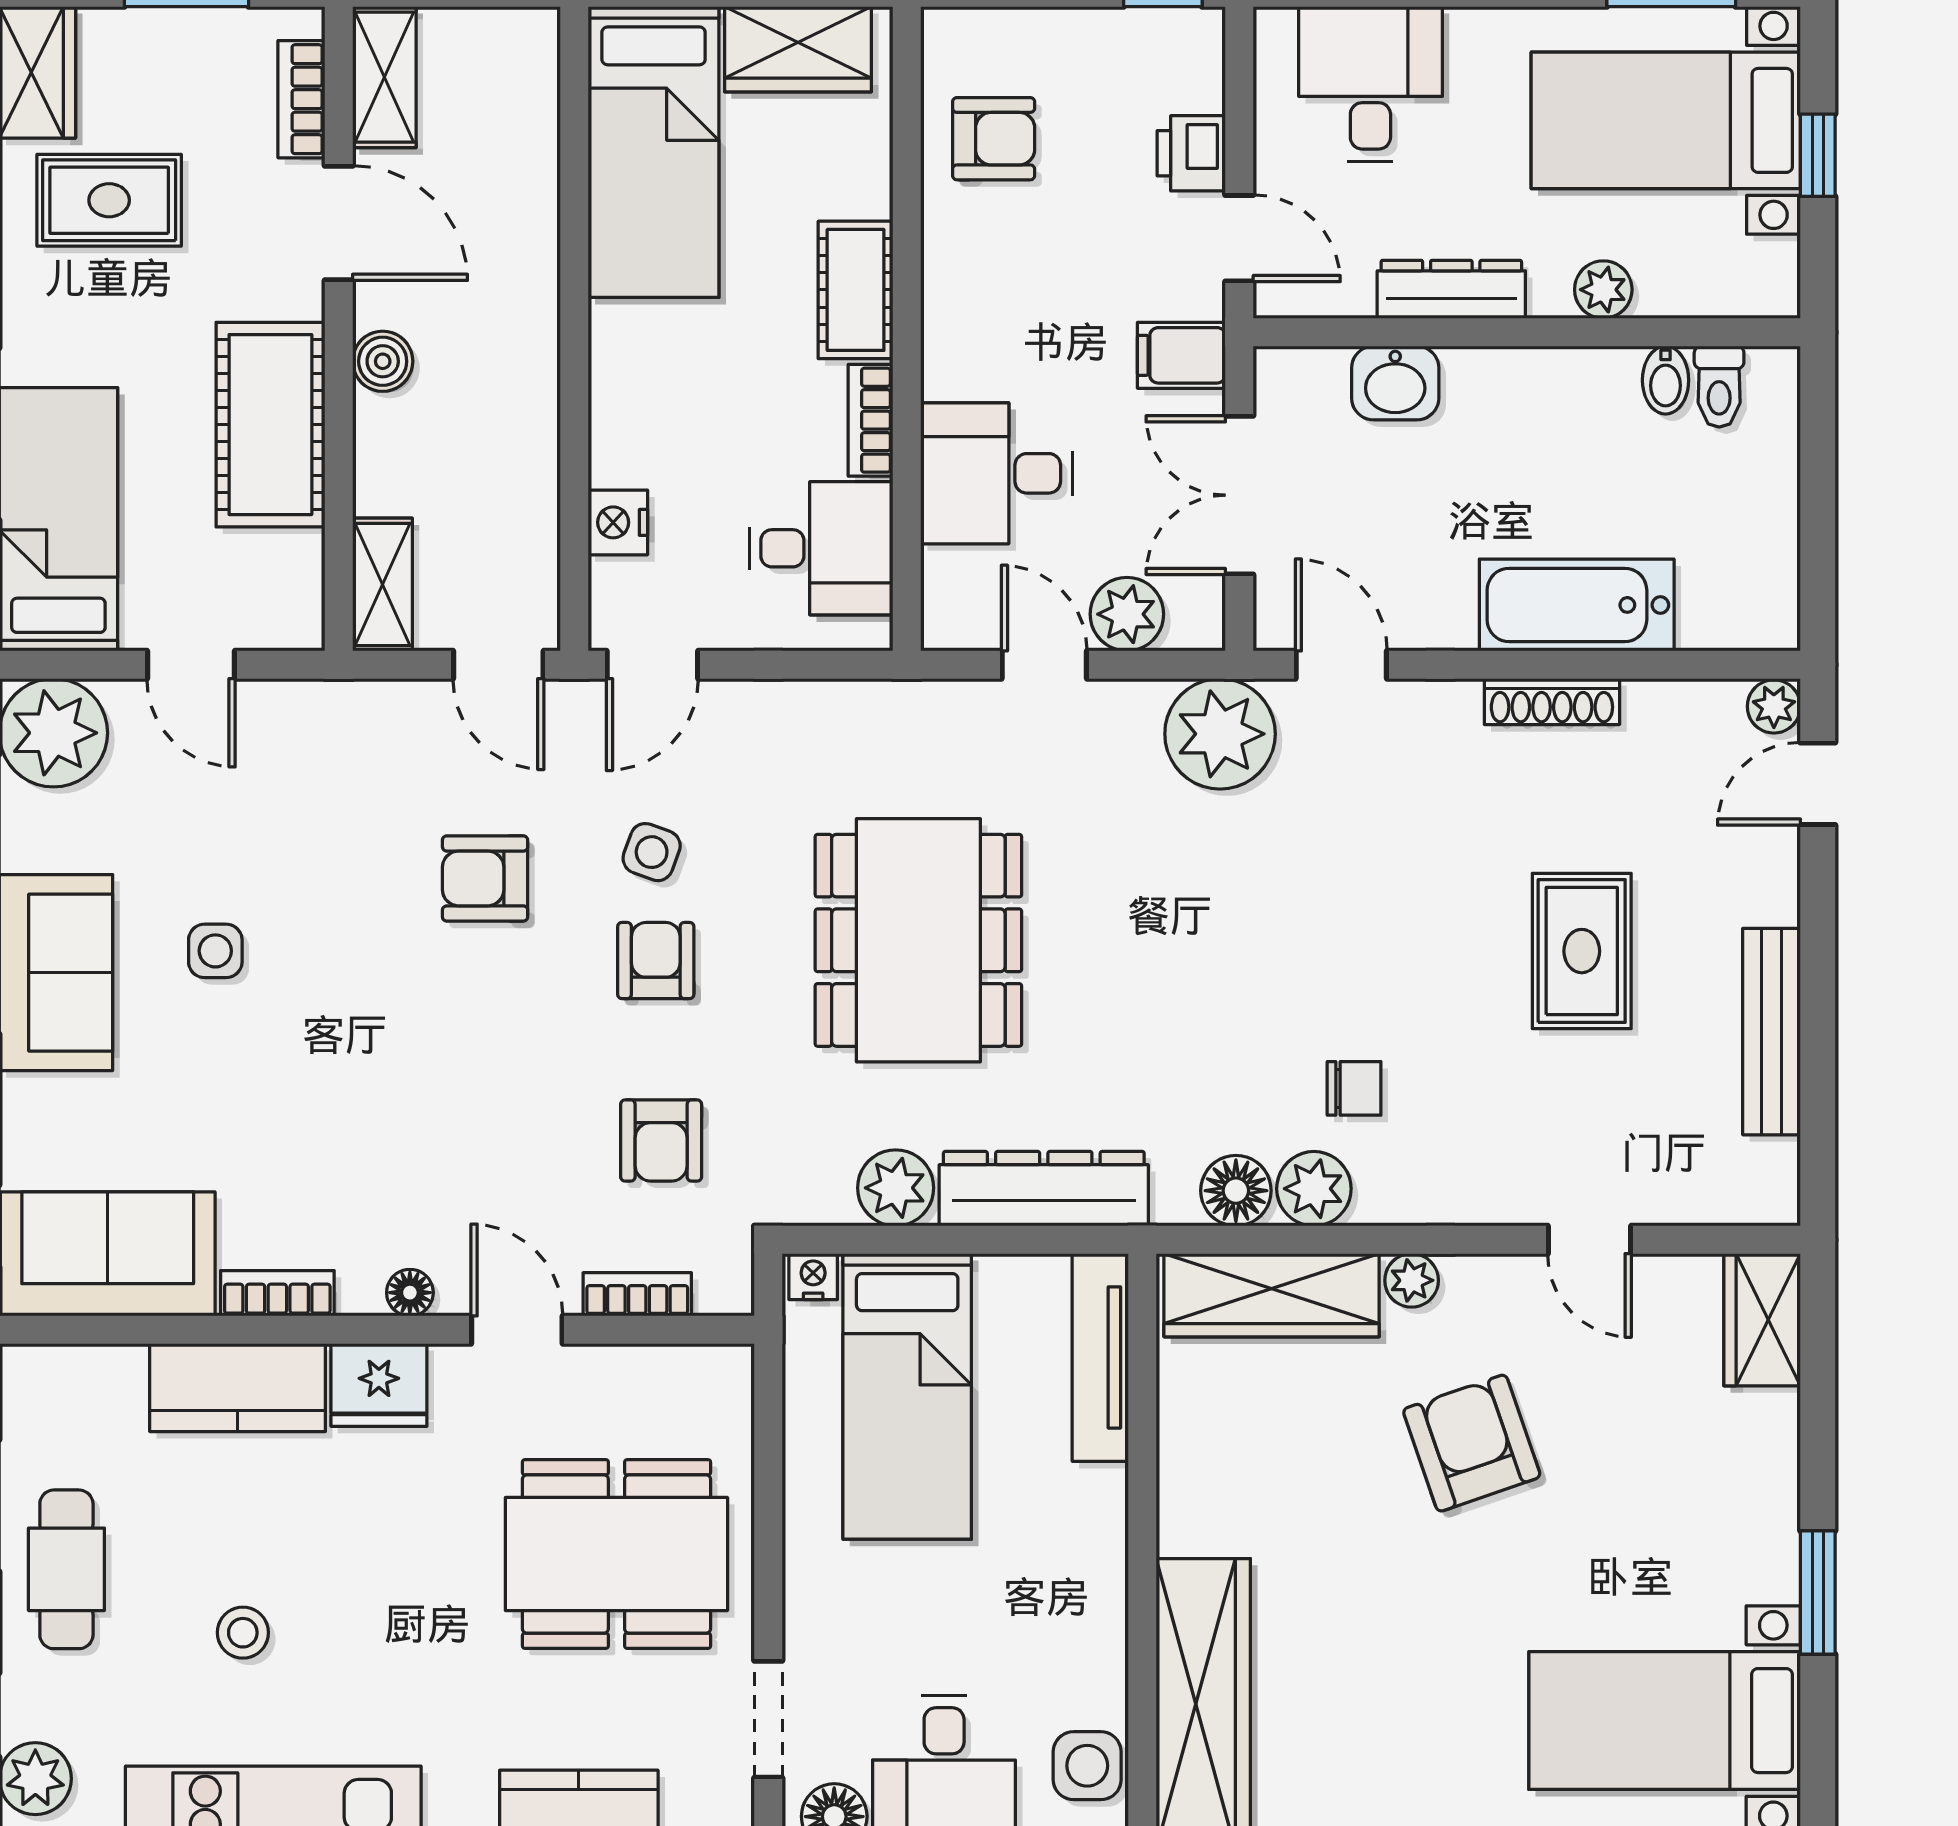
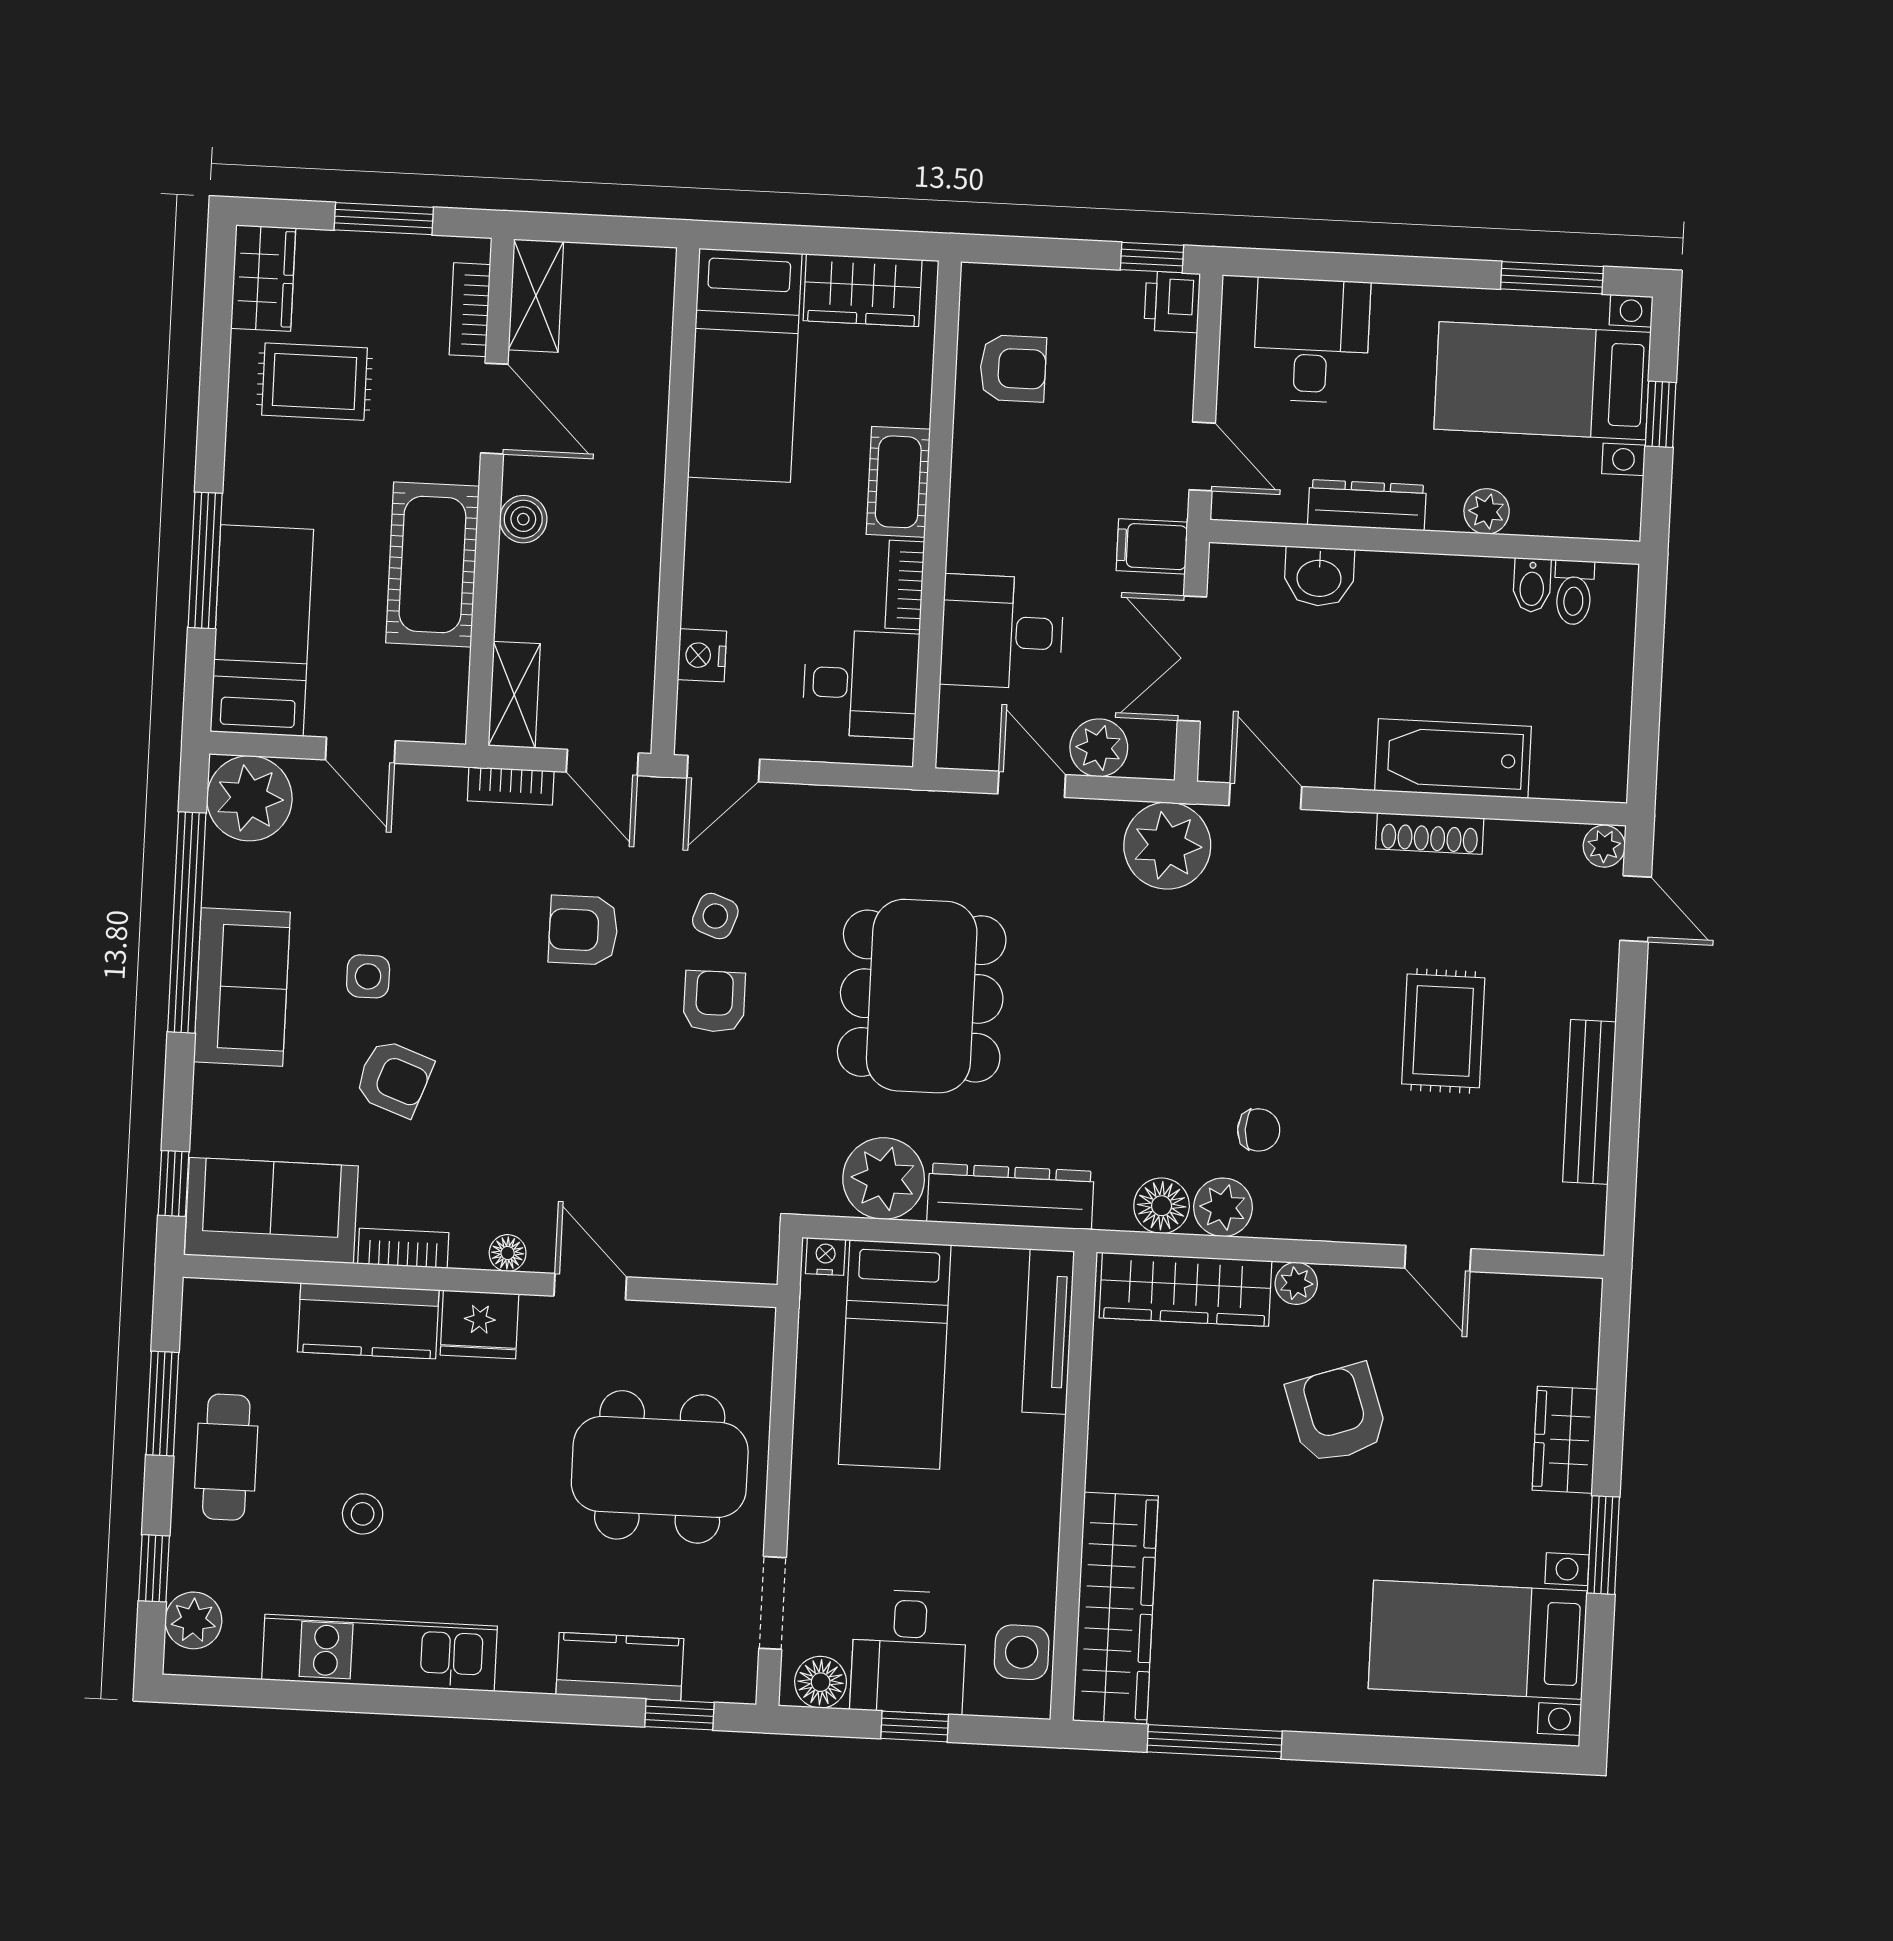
printer: (1191, 153) -> (1172, 302), moved
door: (1818, 784) -> (1636, 909), swing flipped
armchair: (661, 1141) -> (394, 1078), moved, turned -70
plant: (896, 1188) -> (884, 1179), width x1.36, depth x1.36
bookcase: (637, 1294) -> (511, 786), moved, turned 180
wardrobe: (1762, 1320) -> (1565, 1440), moved

